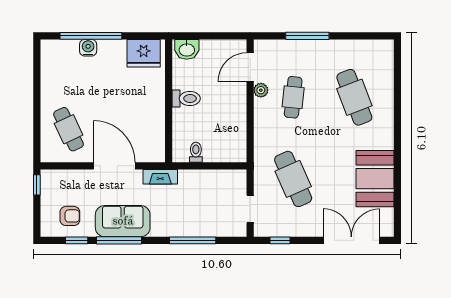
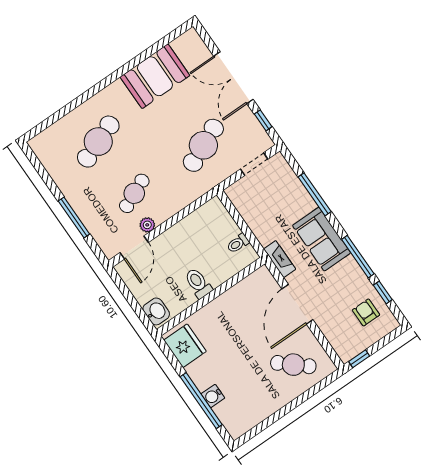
door: (250, 67) -> (134, 248), hinge flipped
cafe table: (293, 97) -> (134, 193), turned -30
cafe table: (69, 129) -> (293, 365), turned 66
sofa: (123, 221) -> (322, 239), moved
double door: (351, 240) -> (233, 78), moved

